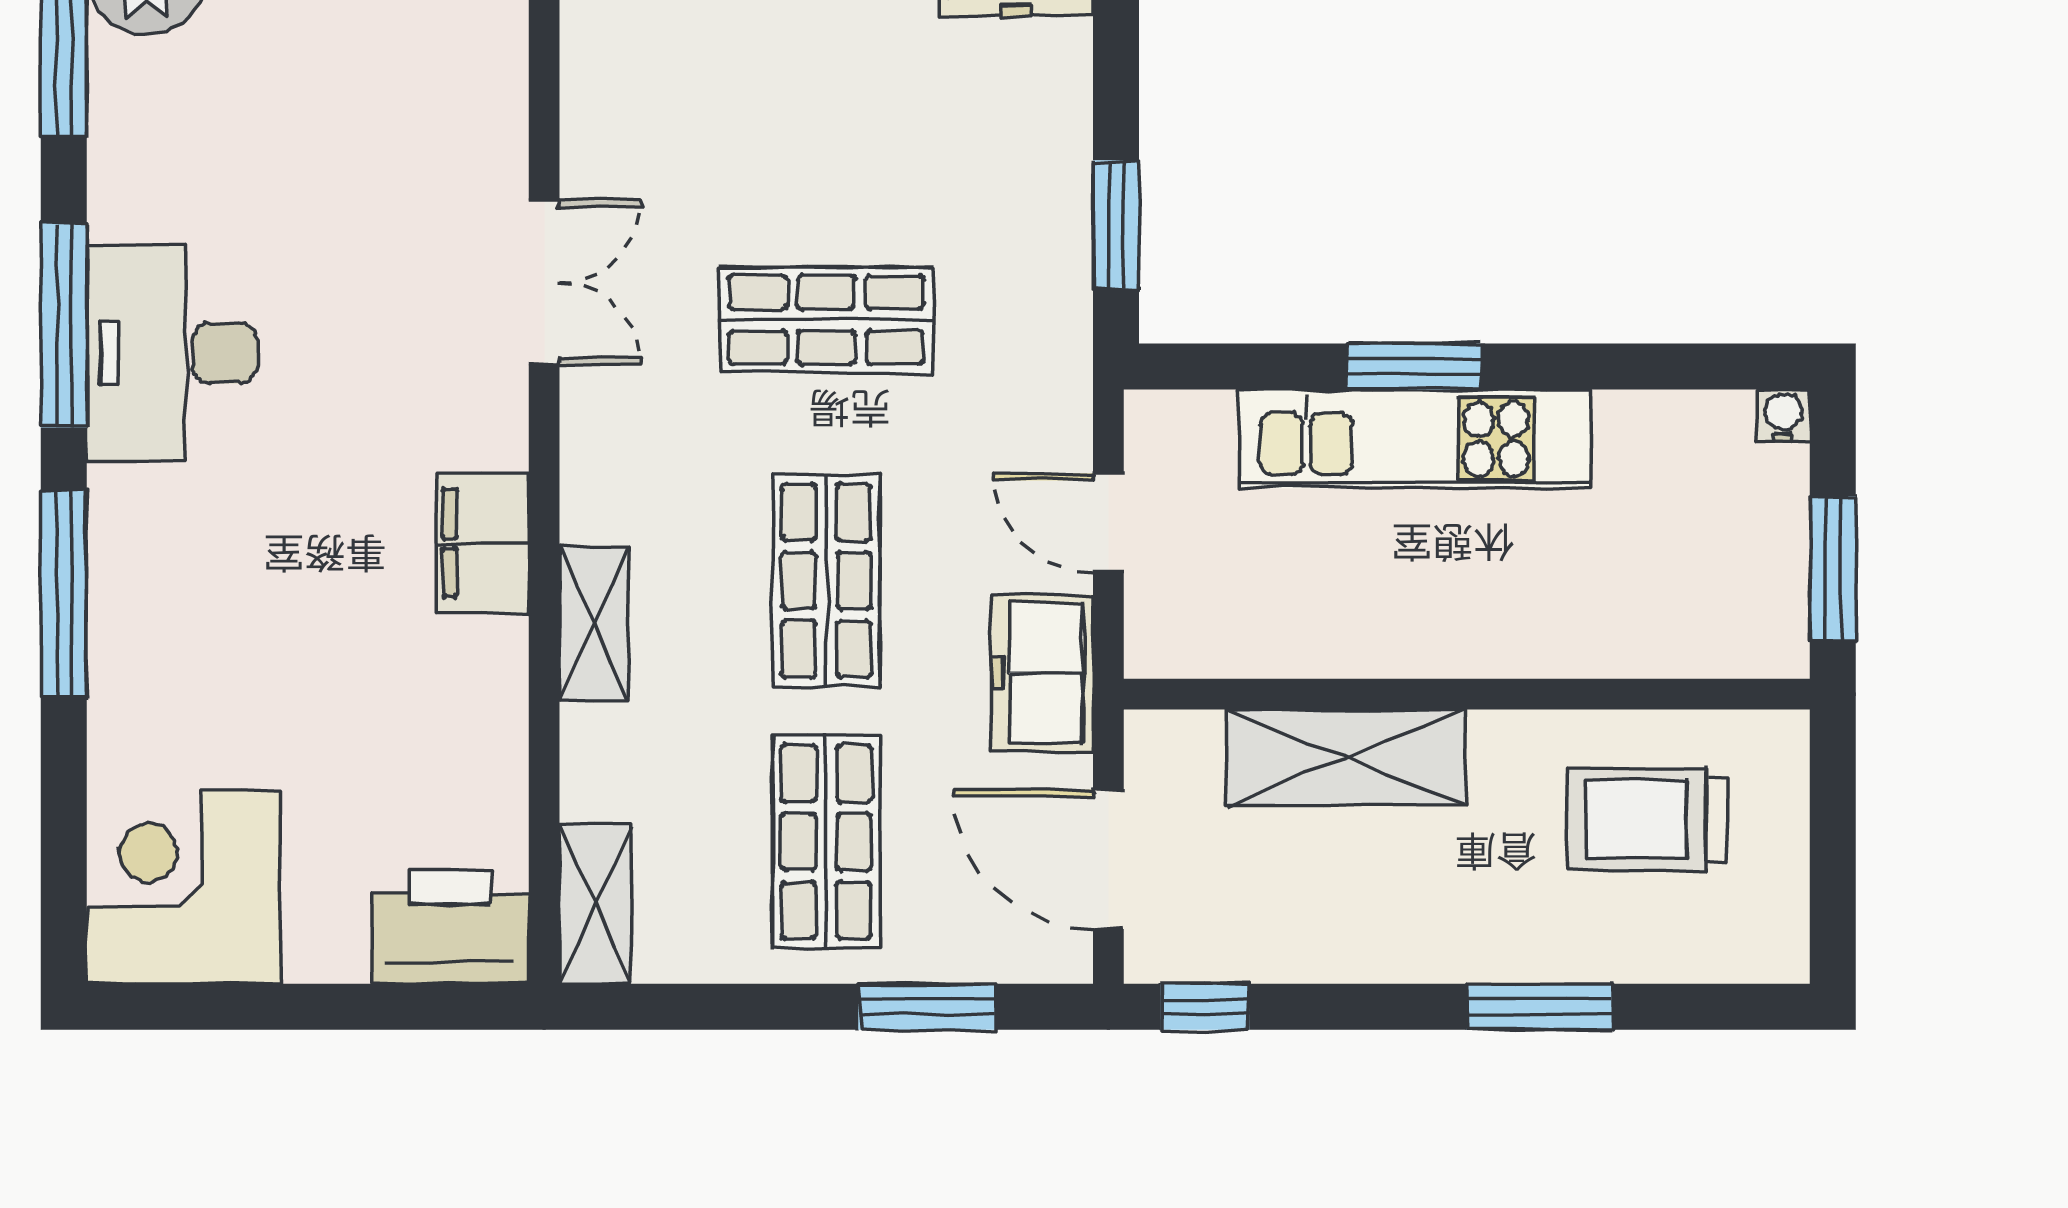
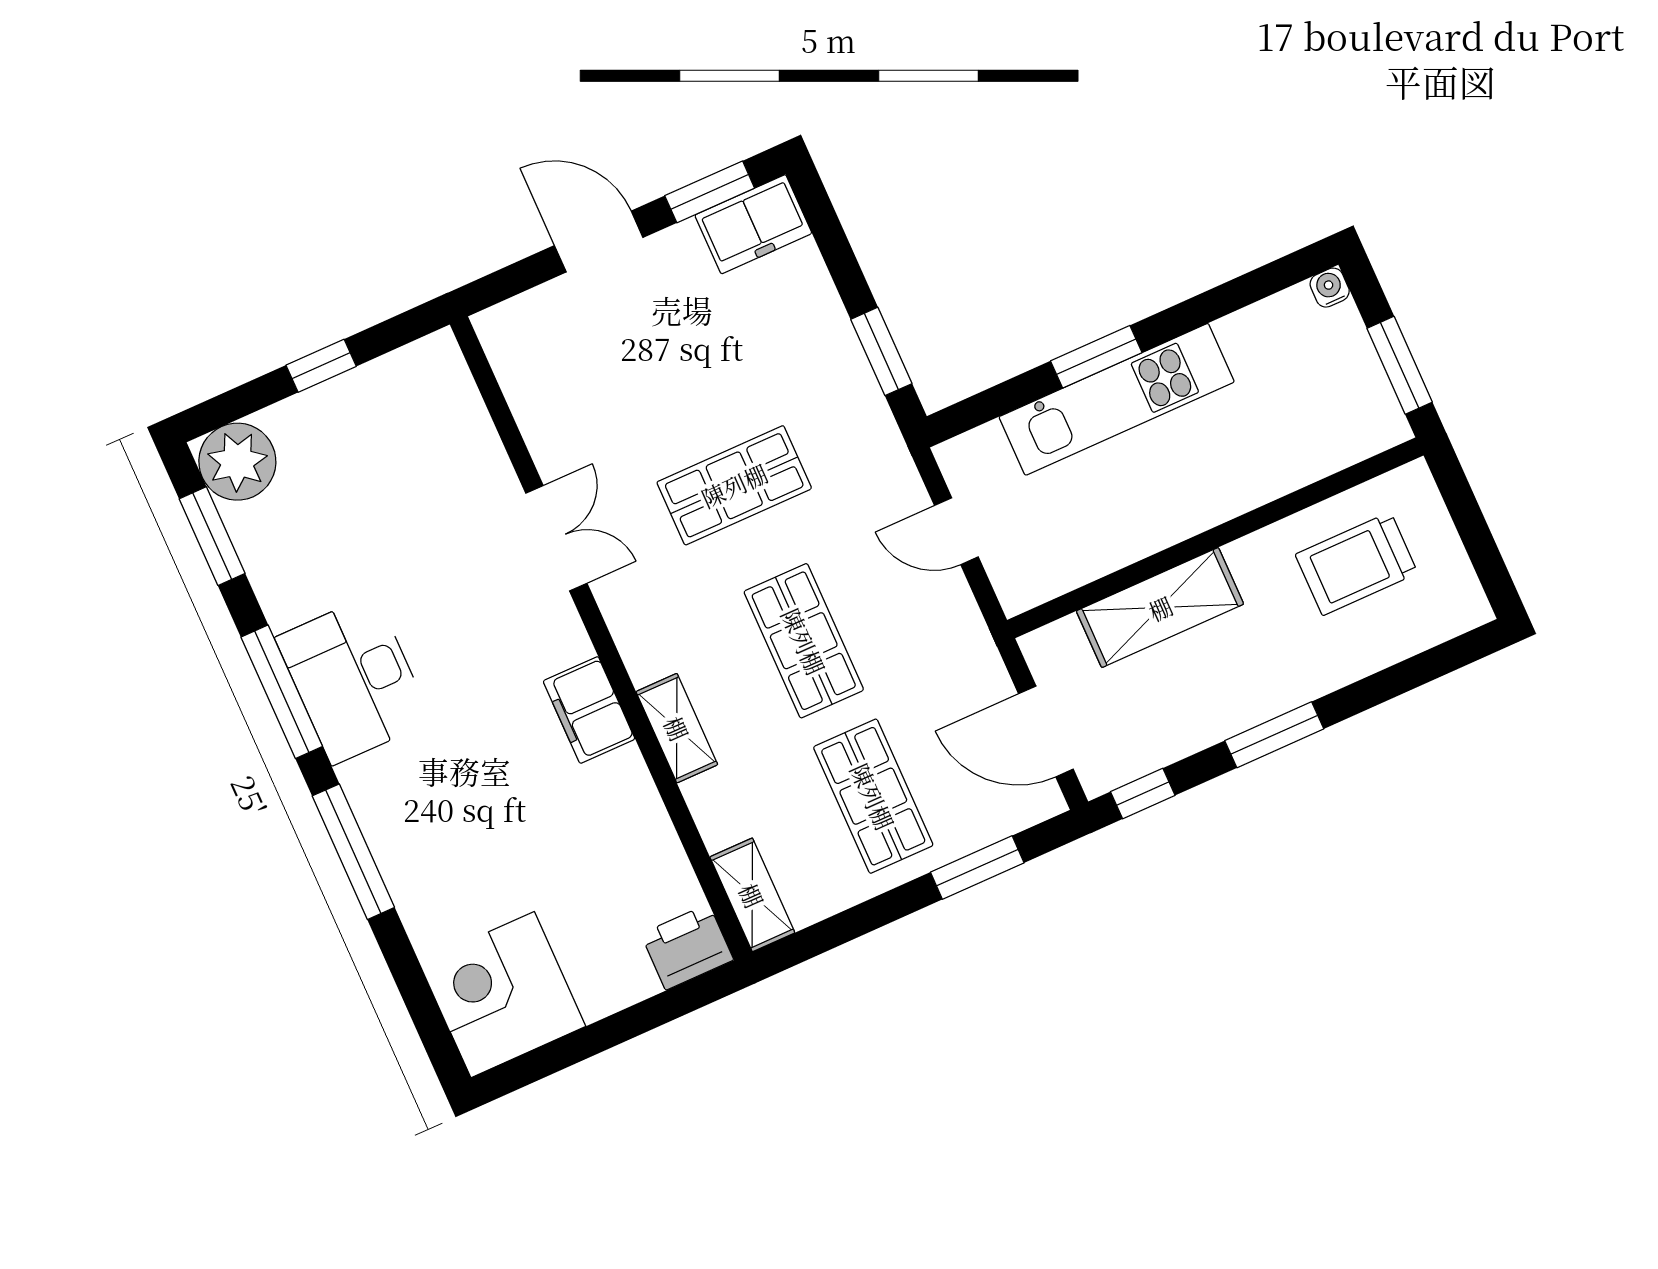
freezer: (1042, 673) -> (957, 638), removed
printer: (450, 927) -> (687, 947), width x0.73, depth x0.84
window: (1540, 1007) -> (1274, 735), moved

